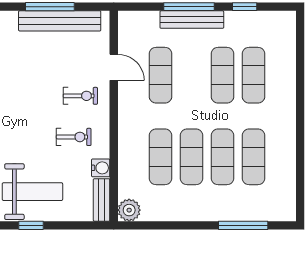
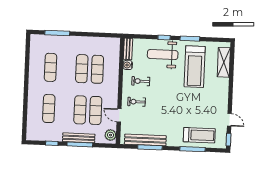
exercise mat: (222, 75) -> (80, 110), moved
exercise mat: (222, 157) -> (66, 68), removed
plant: (129, 210) -> (110, 135), moved

